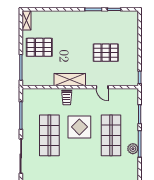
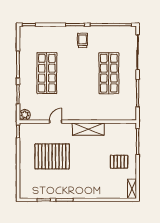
pallet: (39, 47) -> (119, 162), width x0.67, depth x0.71
pallet: (106, 53) -> (52, 156), width x1.37, depth x1.41
door: (102, 87) -> (56, 122), hinge flipped
trolley: (67, 98) -> (83, 40), moved
display table: (79, 127) -> (79, 81), removed
plant: (133, 149) -> (25, 115), moved

